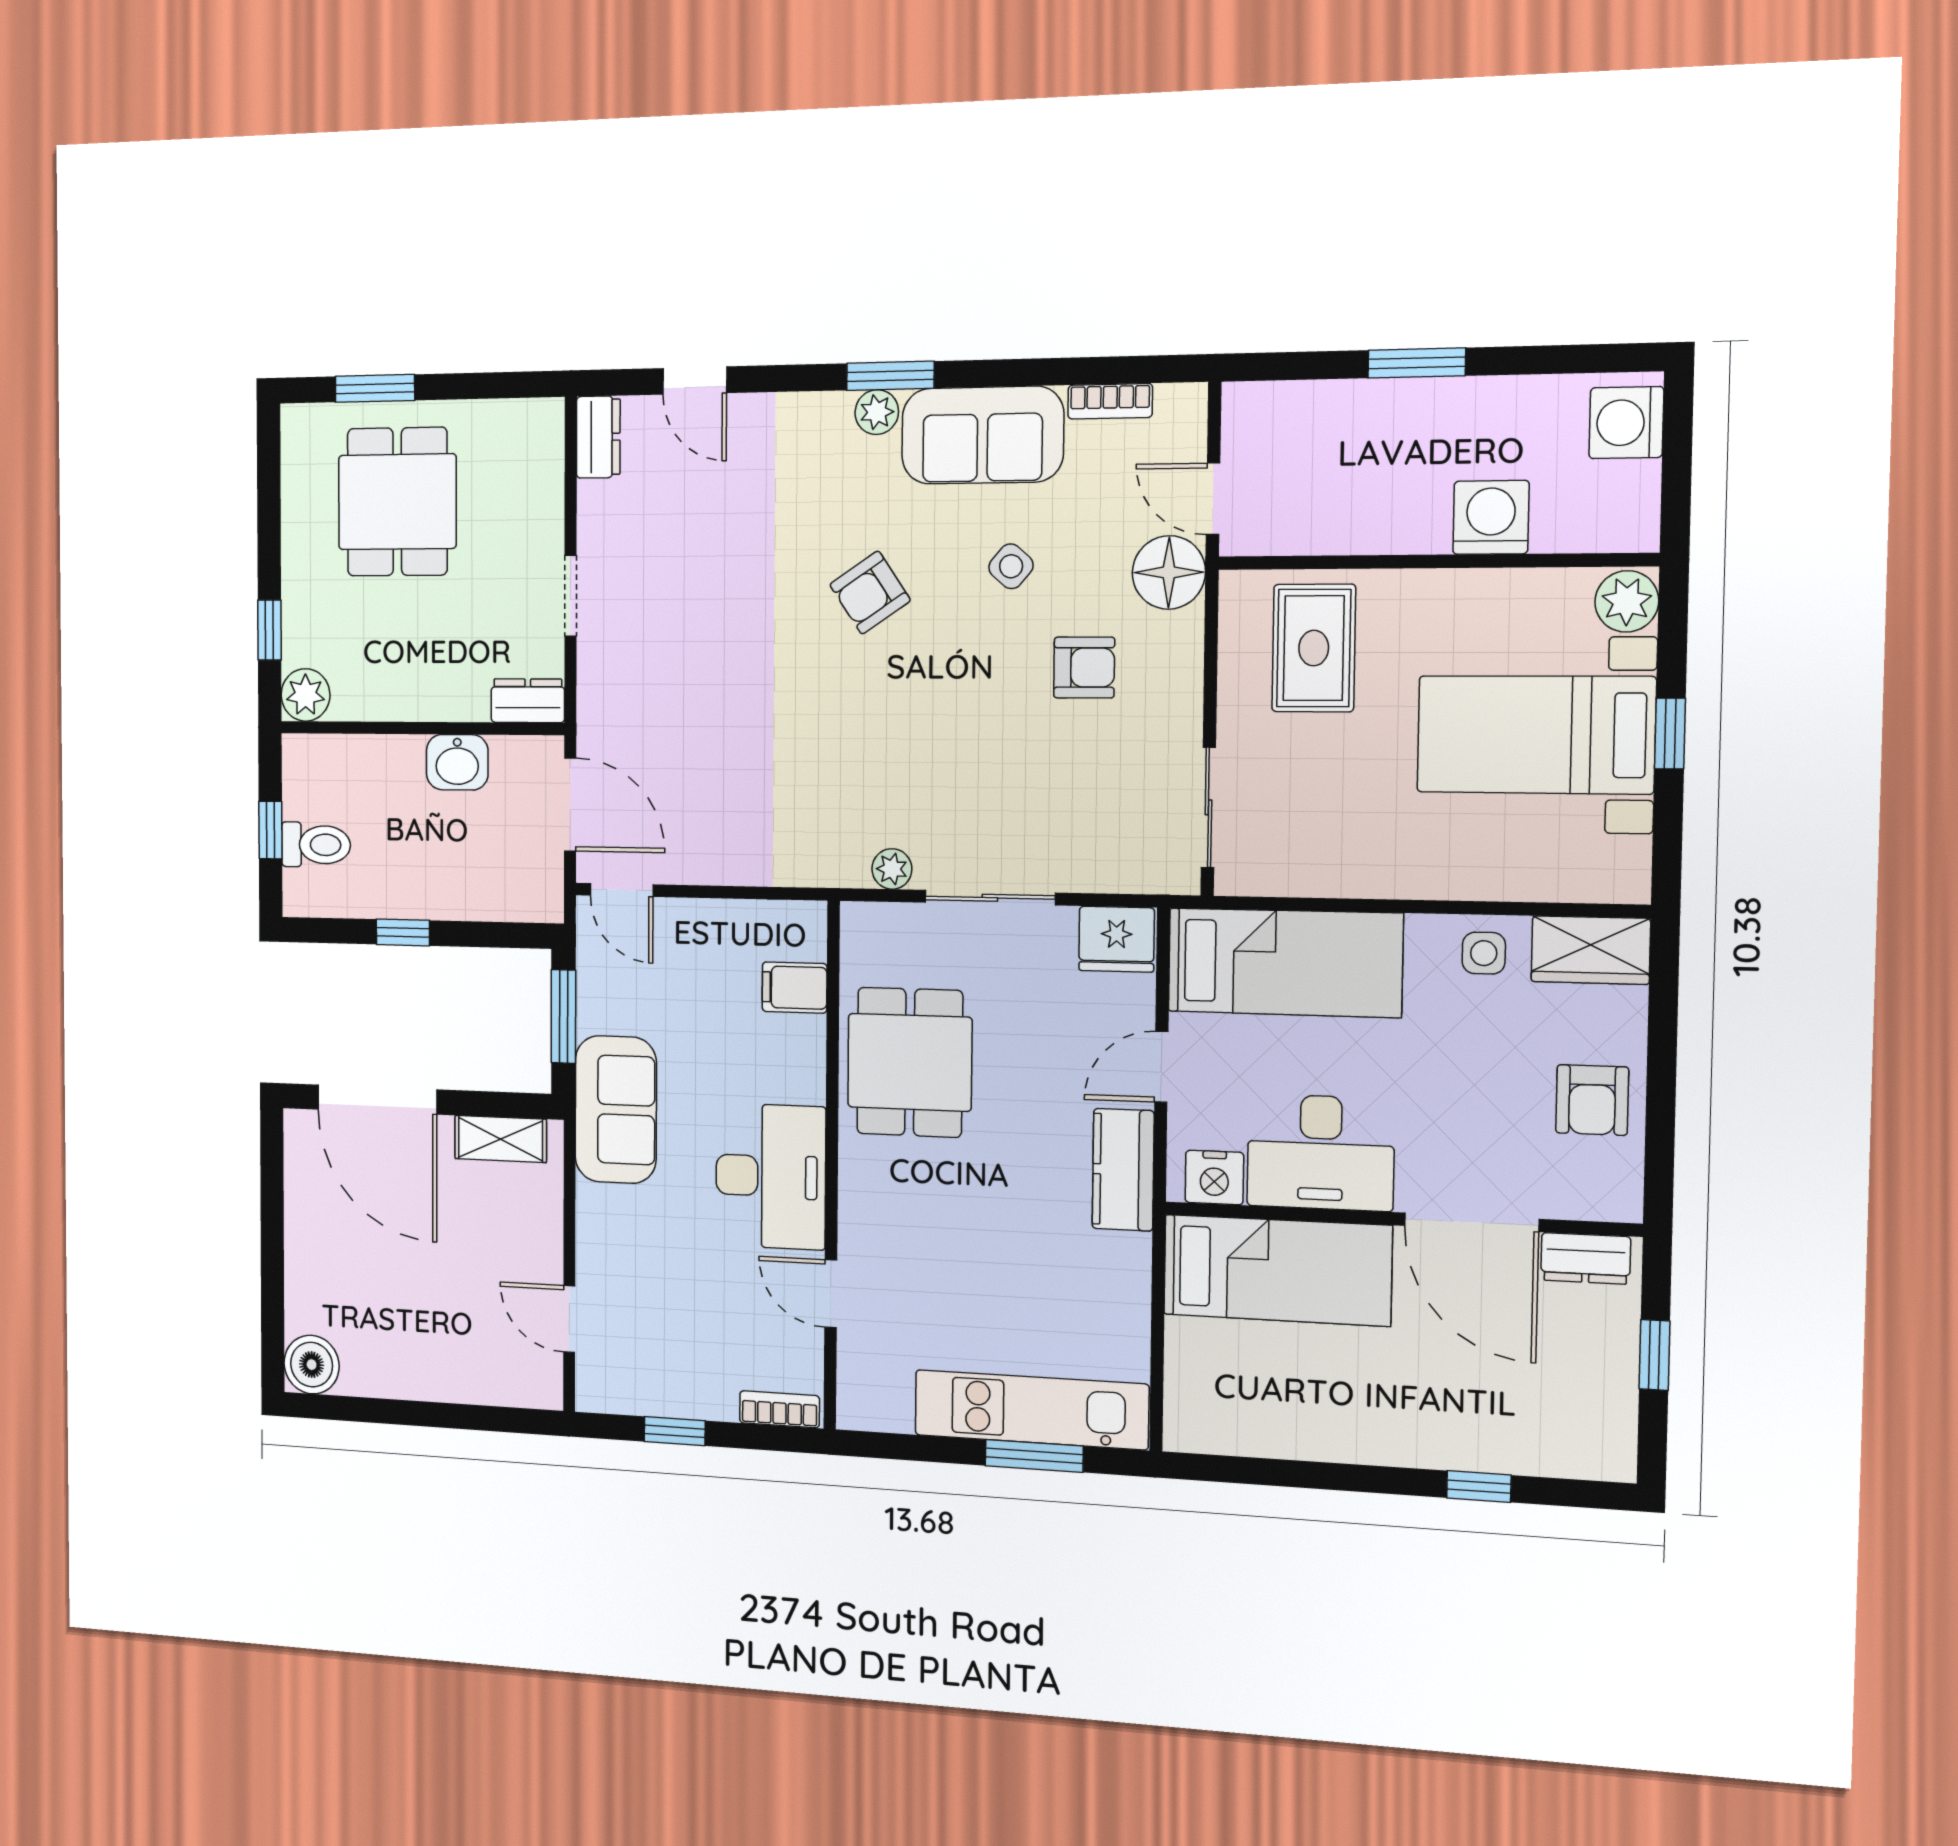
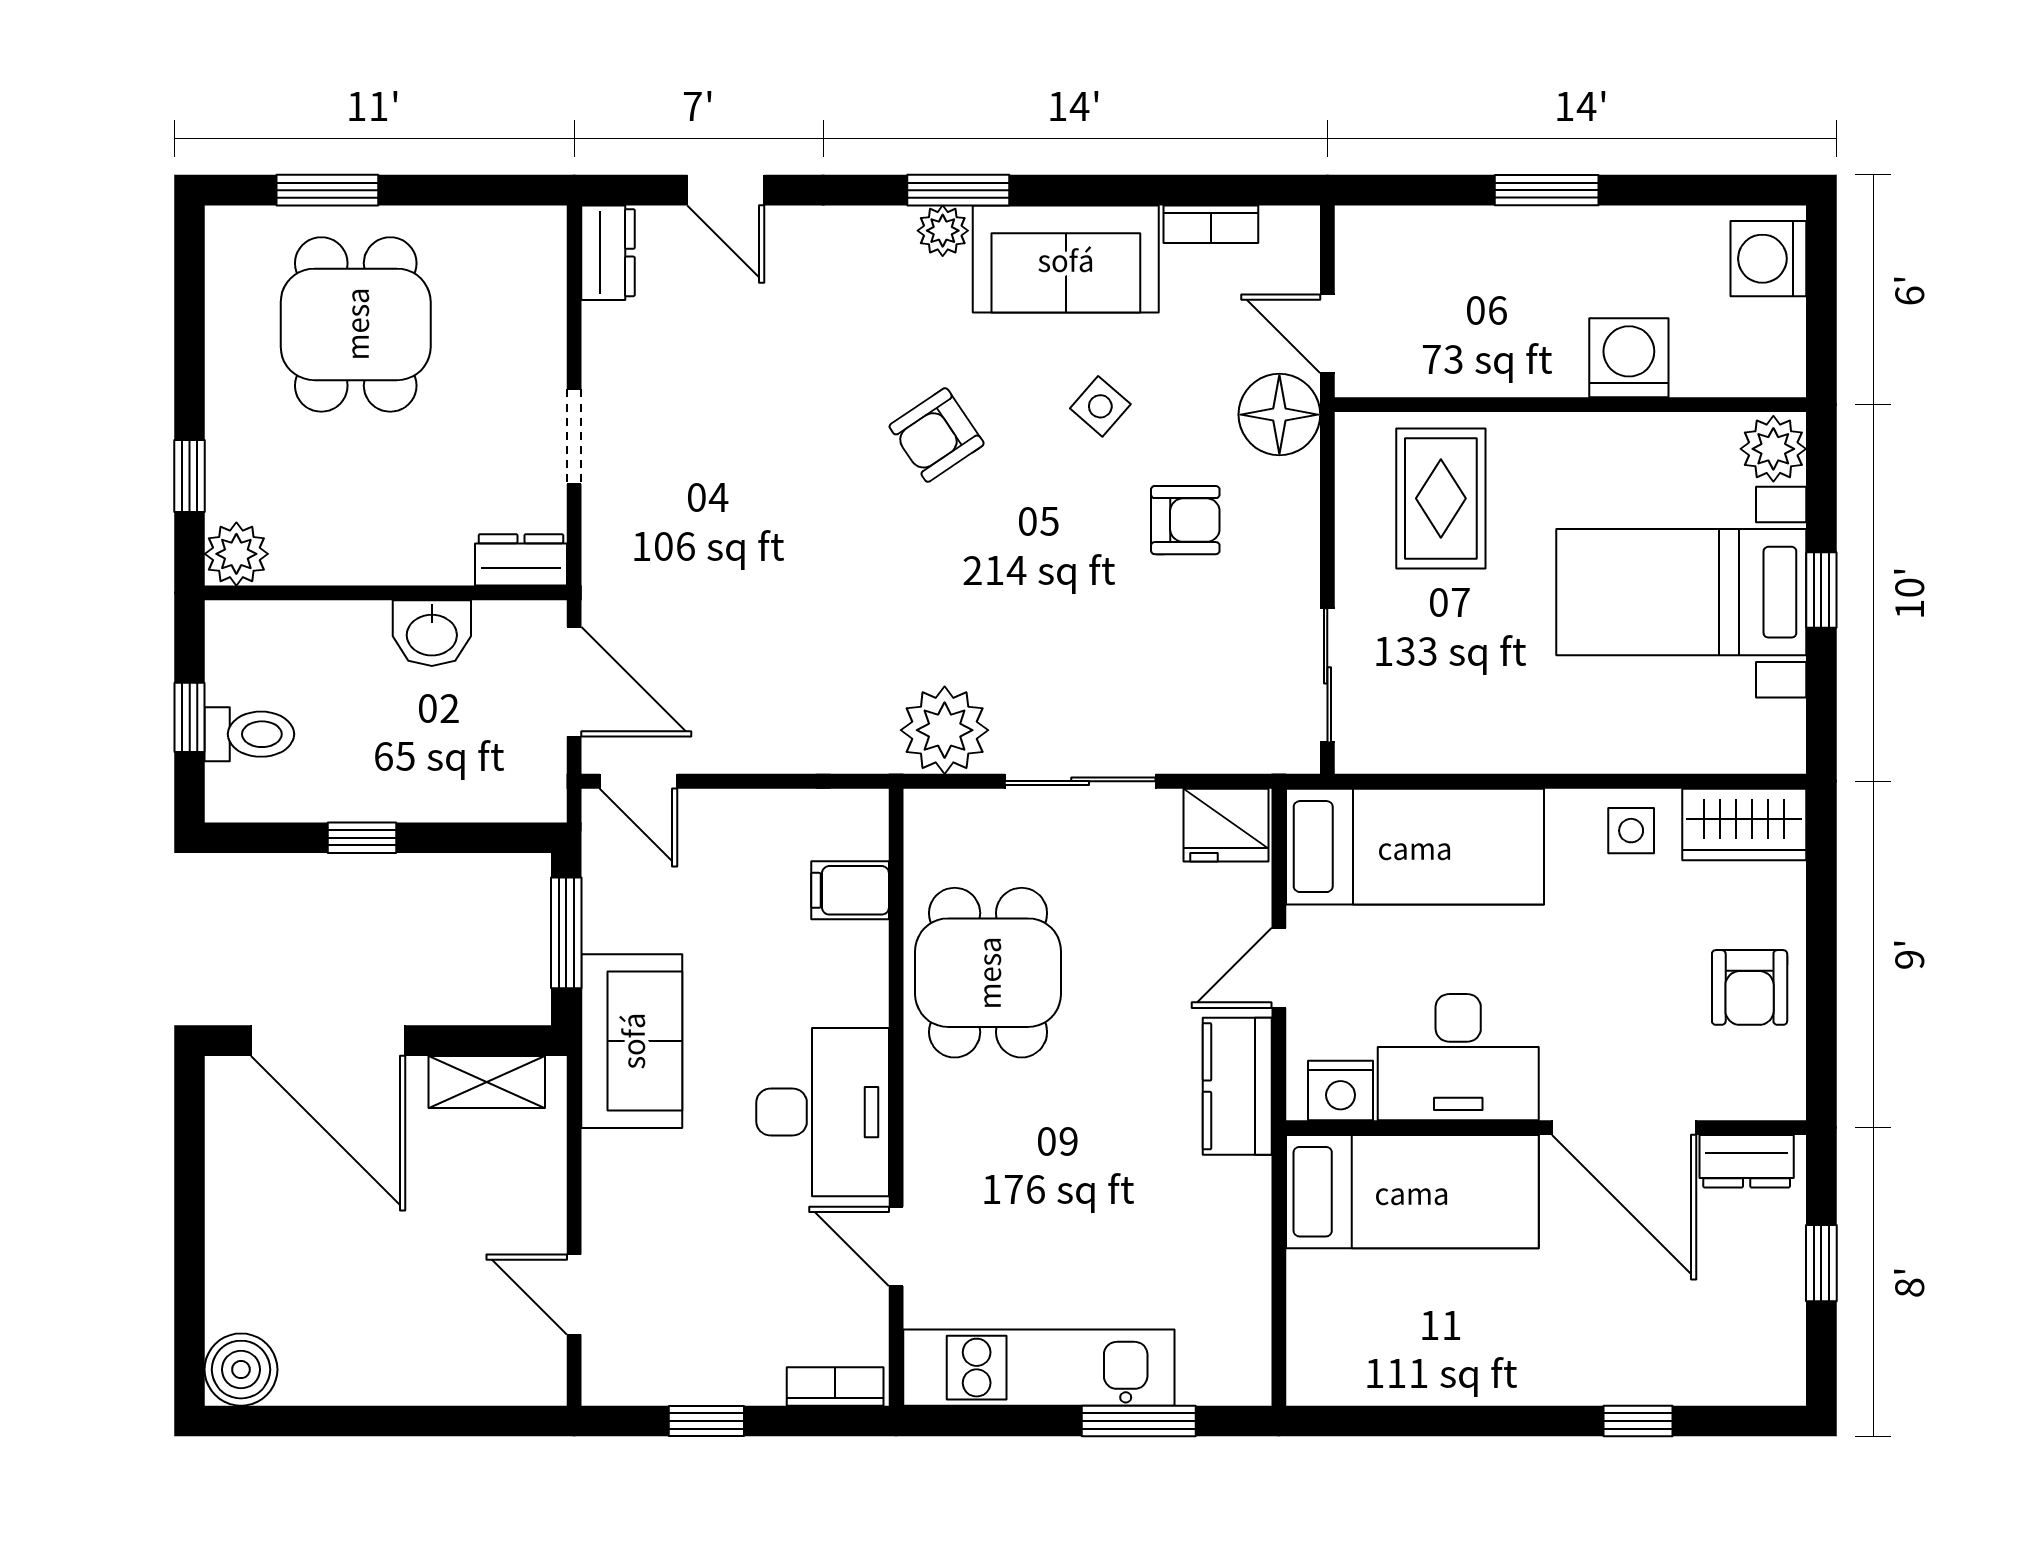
plant: (892, 869) -> (945, 730), width x1.88, depth x1.88
kitchen unit: (1031, 1410) -> (1039, 1368), moved

